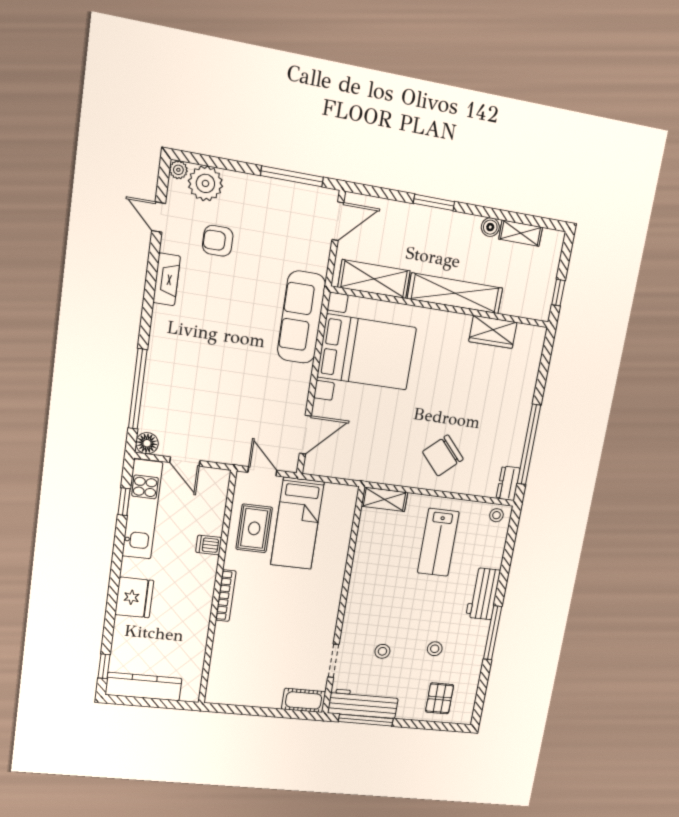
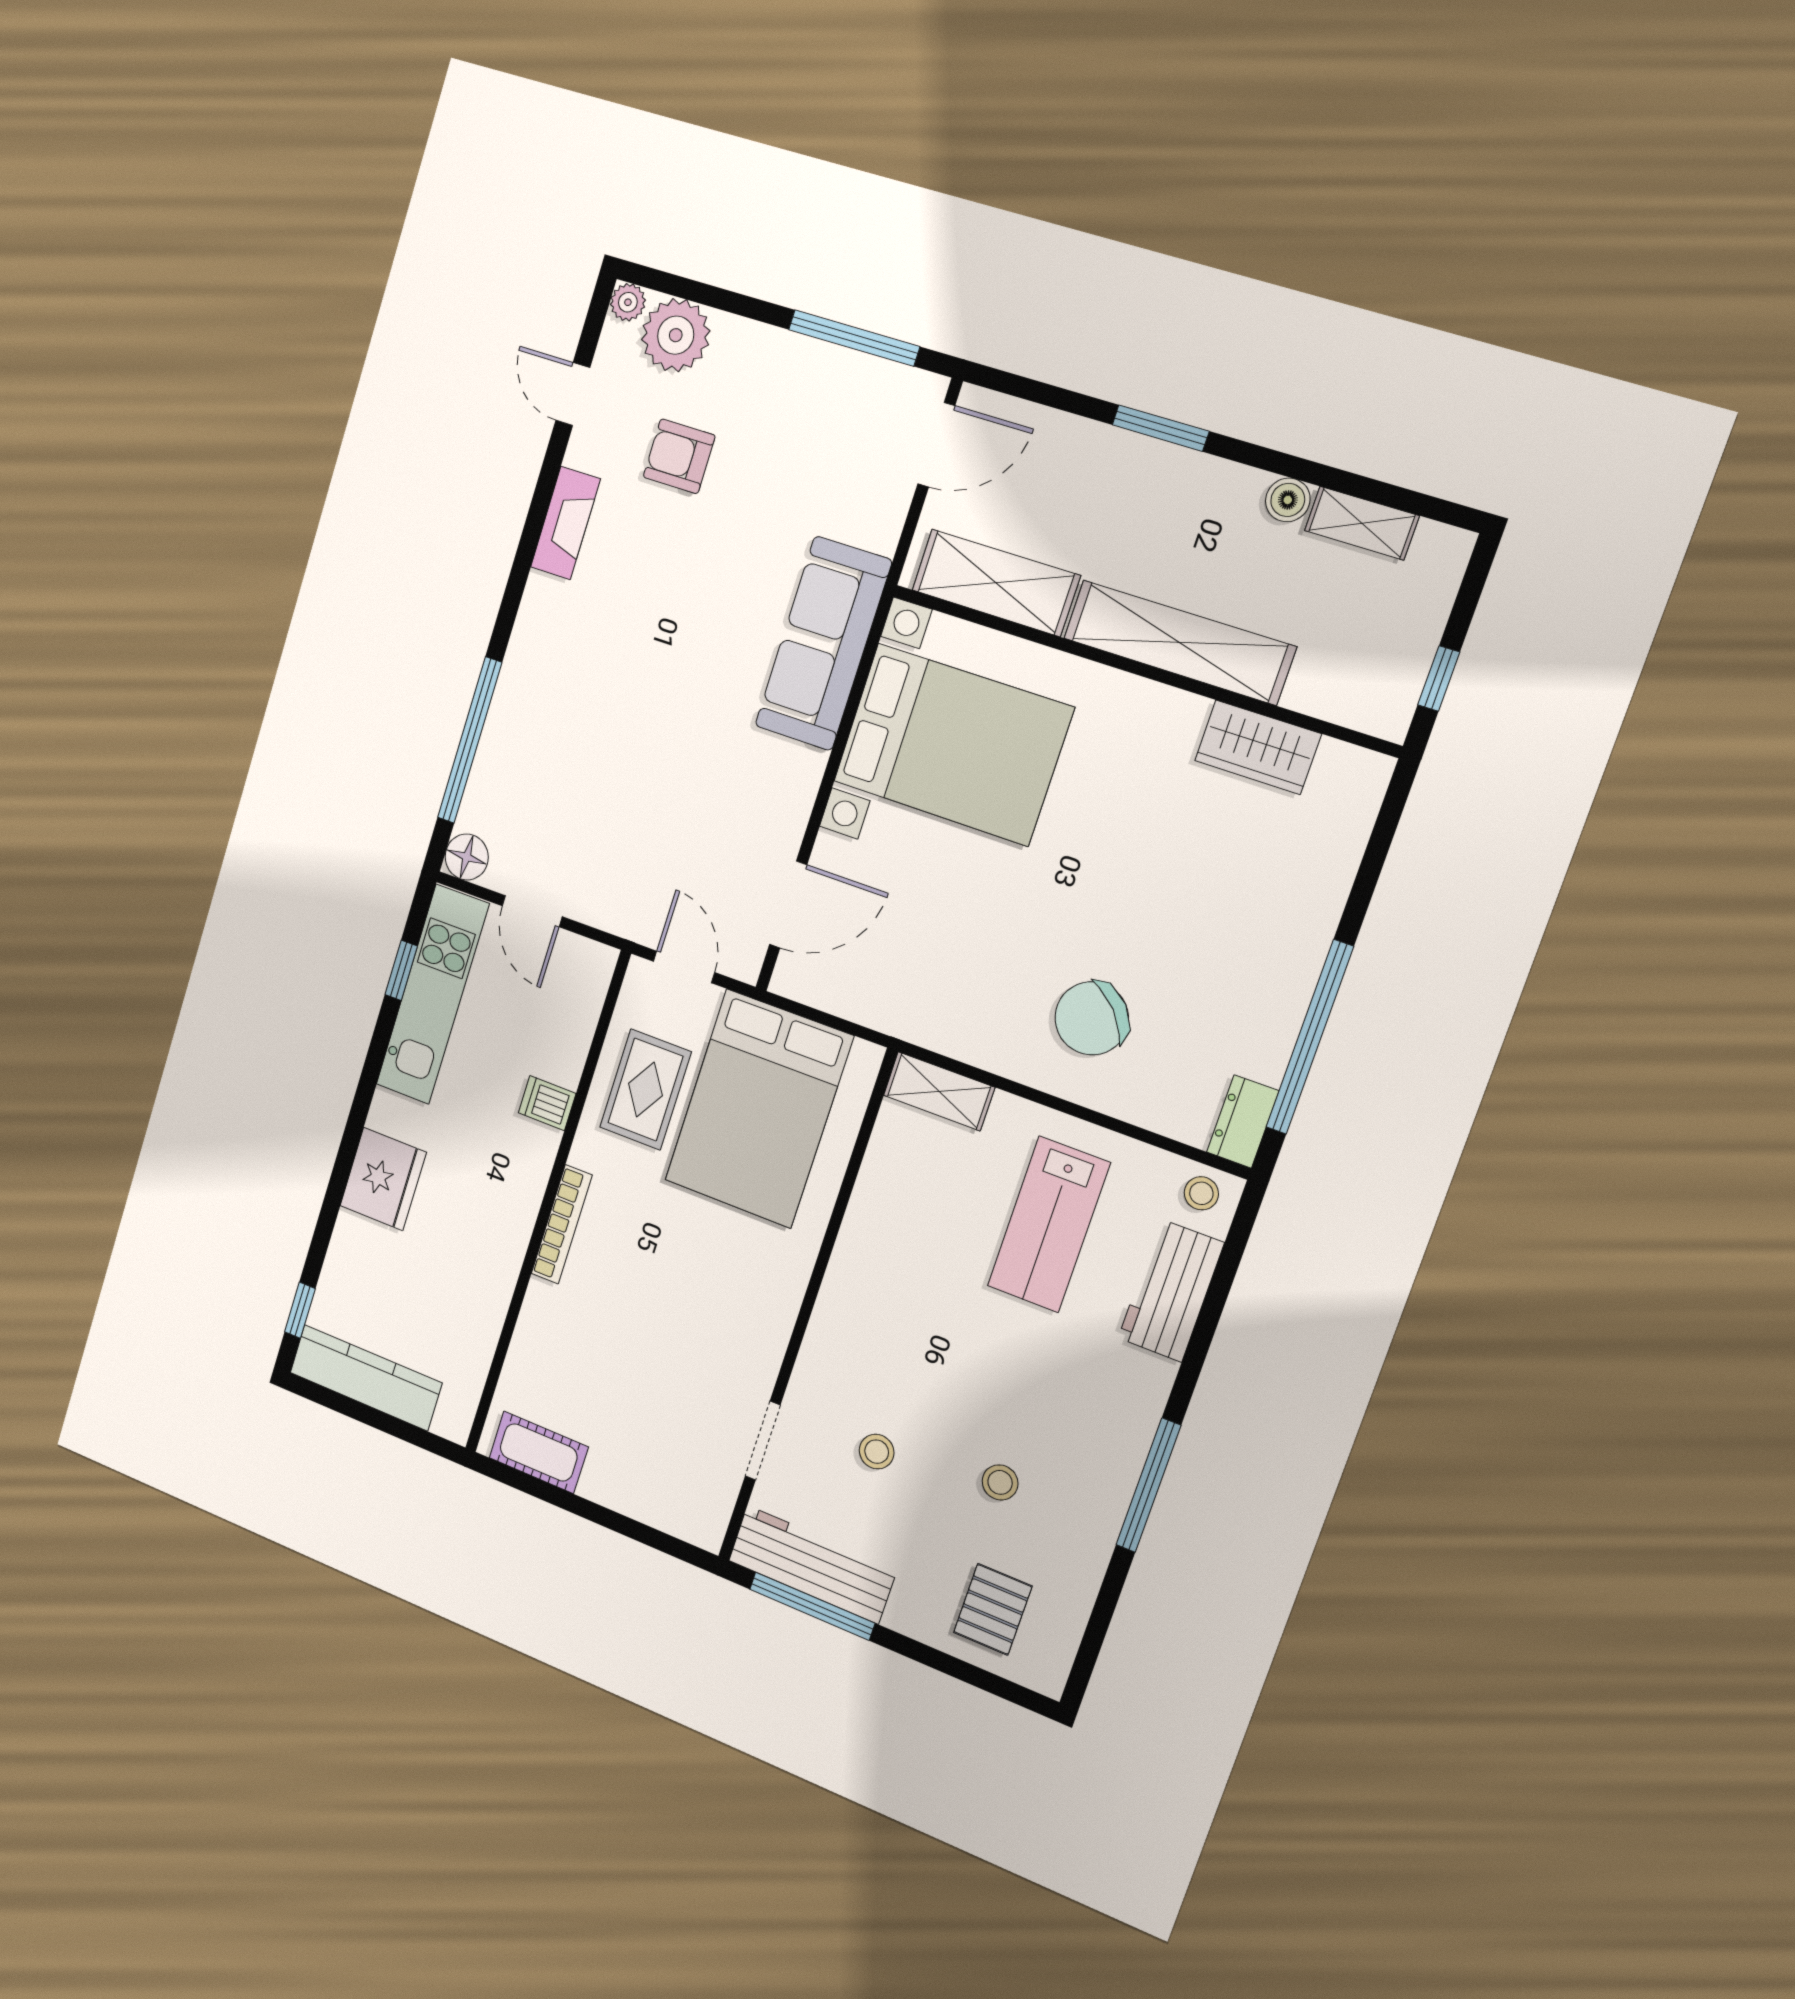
bed: (297, 523) -> (759, 1109), width x1.50
workbench: (483, 594) -> (1171, 1291), moved
cot: (304, 700) -> (539, 1452), moved

